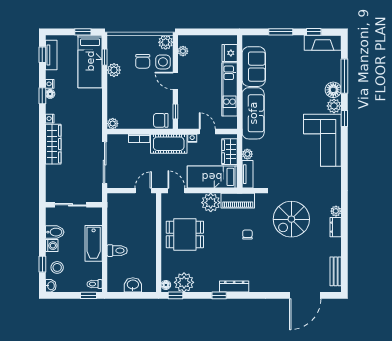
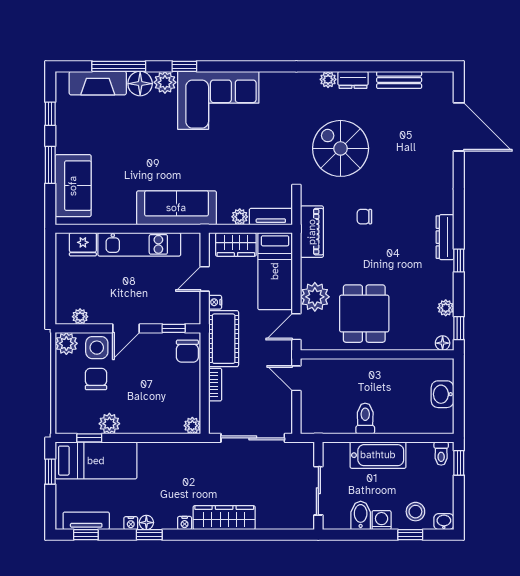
fireplace: (323, 43) -> (98, 83), moved, turned 90
chair: (143, 61) -> (96, 379), turned -90
sofa: (254, 67) -> (73, 186), moved, turned 90
plant: (211, 203) -> (315, 297), moved
spiral stairs: (291, 219) -> (341, 148), turned 180
toilet: (117, 251) -> (365, 419), moved
bench: (336, 271) -> (399, 80), moved
plant: (184, 282) -> (446, 308), width x0.53, depth x0.53

